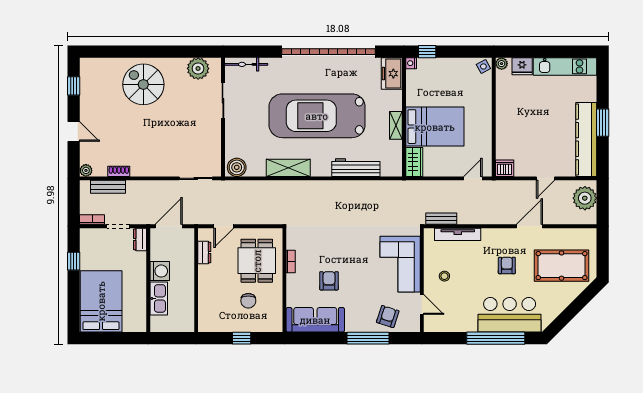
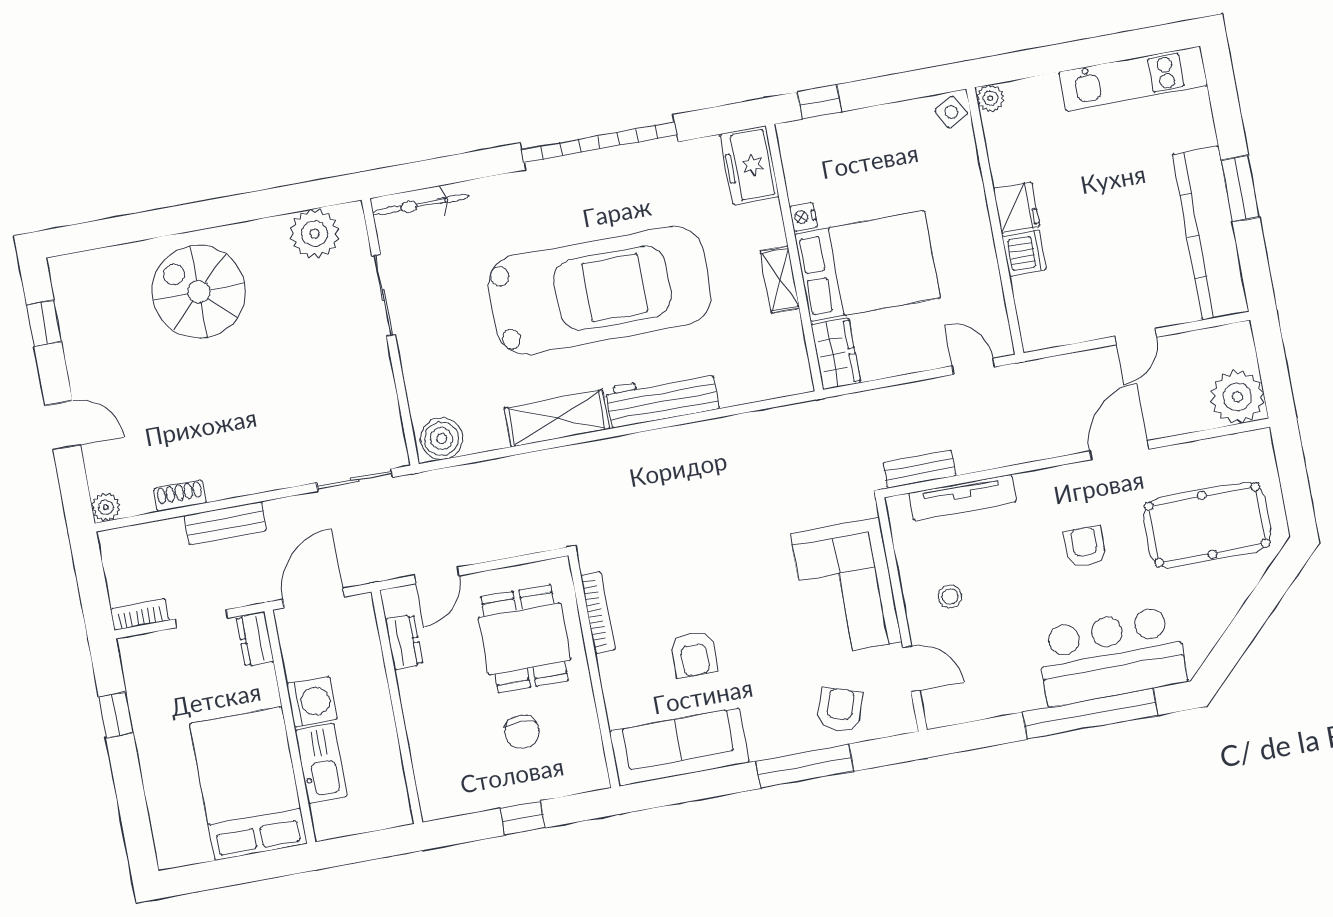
garage door: (329, 52) -> (599, 142), width x0.73
nightstand: (411, 63) -> (803, 217), moved
fridge: (522, 66) -> (1017, 208), moved, turned -90
car: (317, 116) -> (600, 290), turned 180
workbench: (356, 168) -> (662, 399), moved
dishwasher: (505, 168) -> (1024, 253), moved, turned 90
door: (473, 178) -> (973, 366), hinge flipped
bench: (108, 187) -> (225, 523), moved
plant: (585, 198) -> (1237, 397), moved
bookcase: (291, 261) -> (598, 613), width x1.56
armchair: (329, 281) -> (694, 654), turned 180
bed: (101, 301) -> (248, 784), moved

